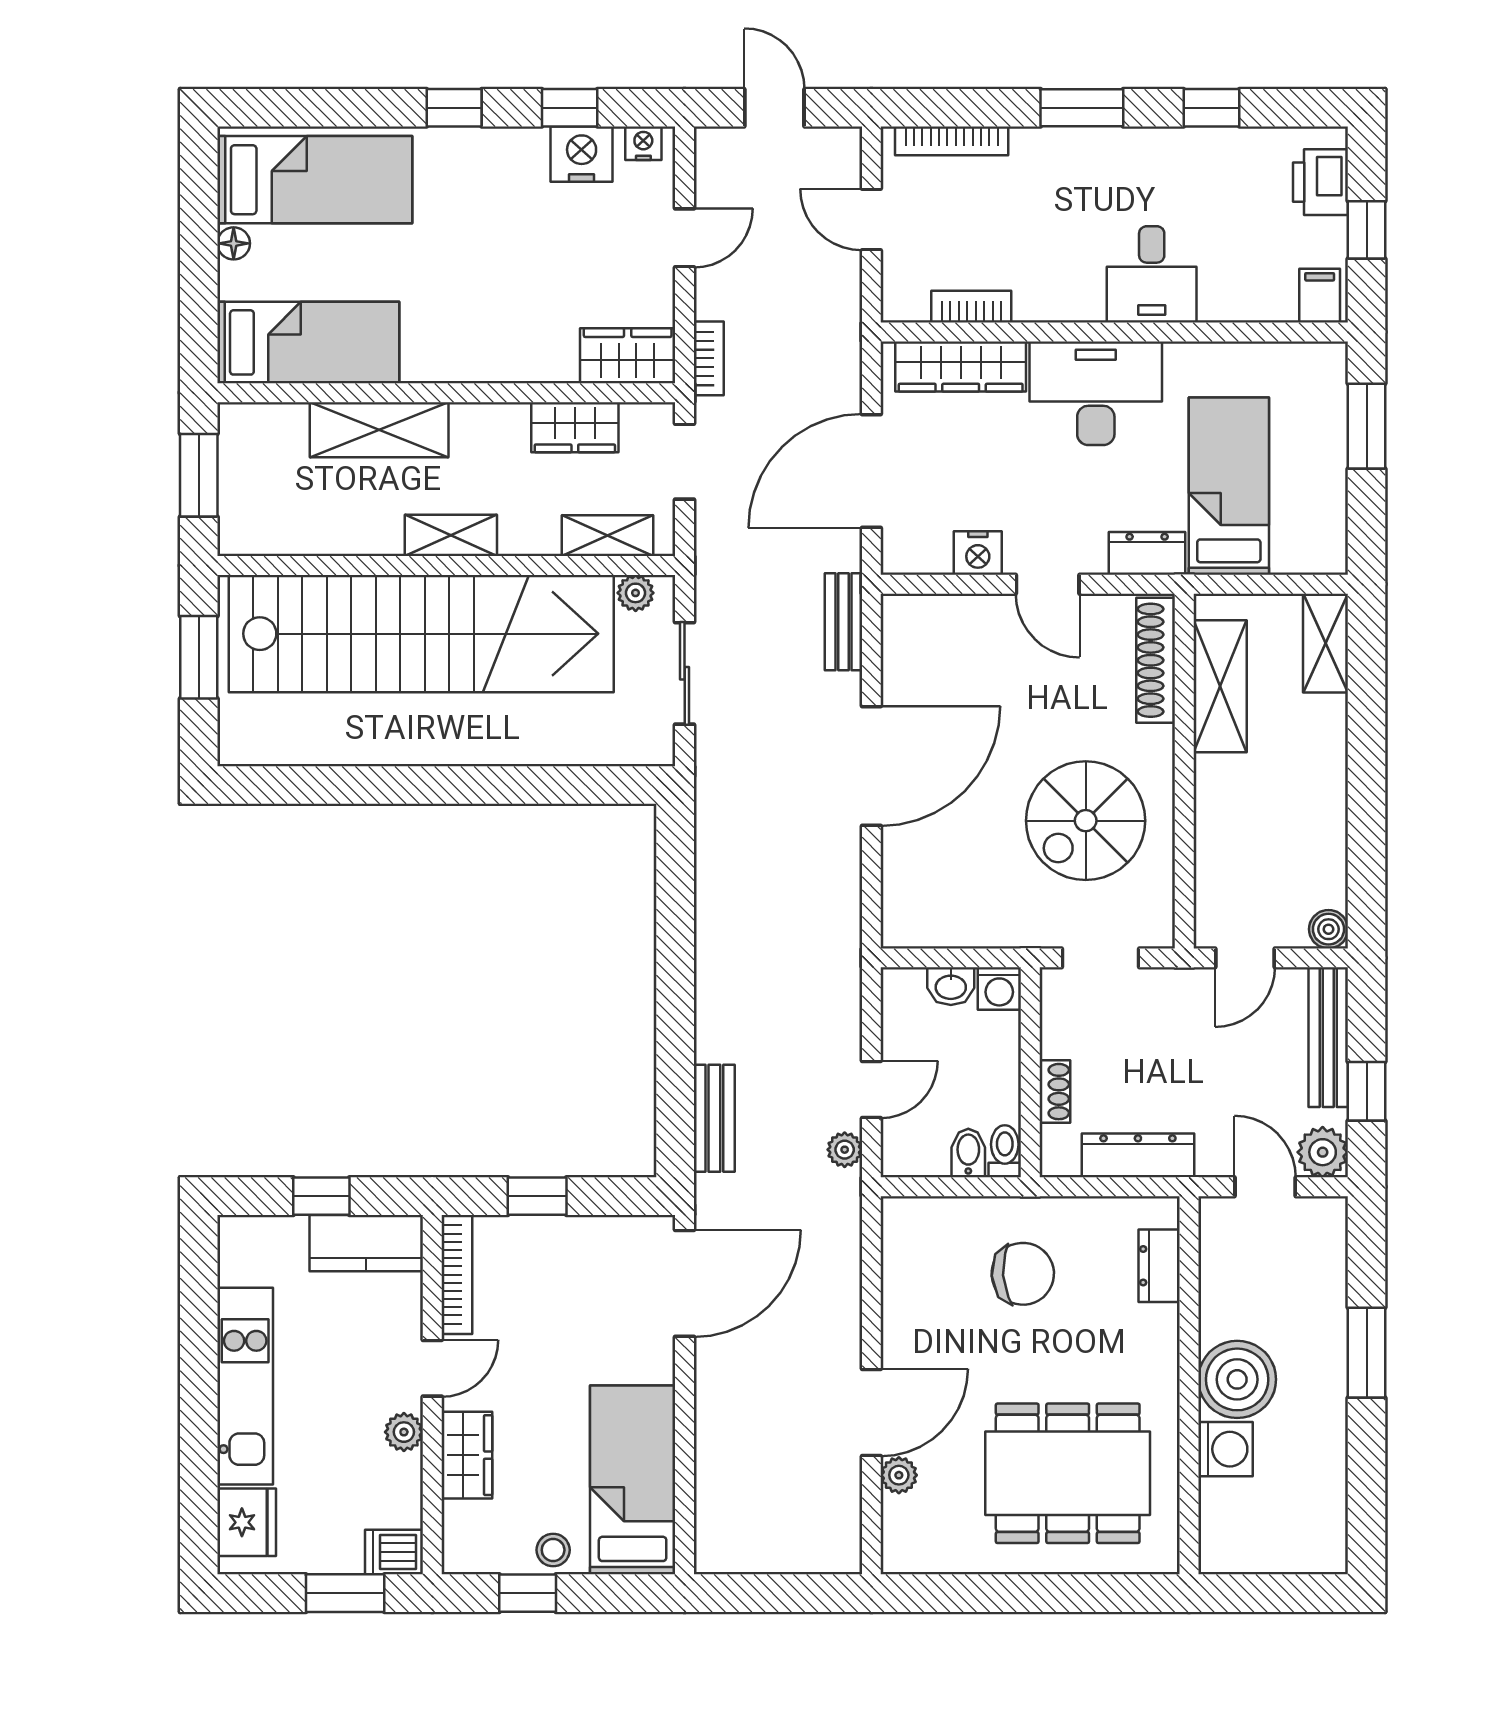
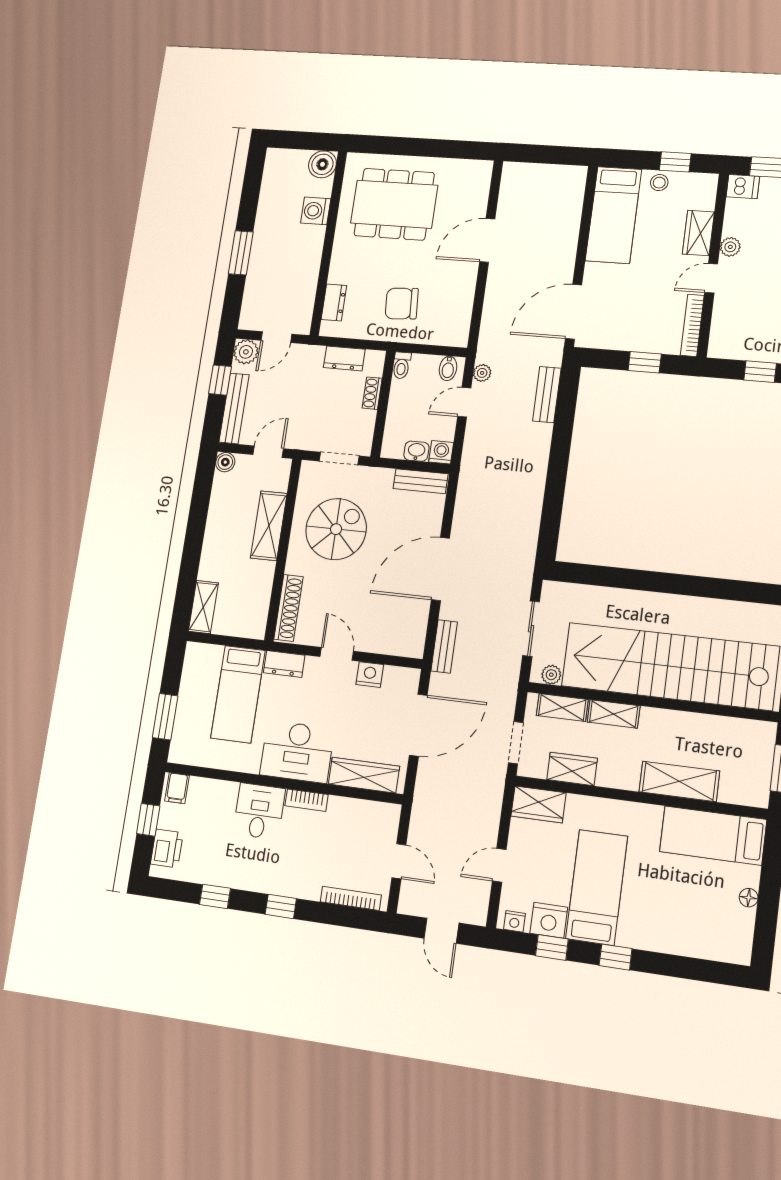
window: (1082, 108) -> (281, 906), width x0.67
bed: (315, 180) -> (597, 887), moved, turned 90
bookcase: (971, 307) -> (307, 800), moved
bookcase: (709, 358) -> (495, 797), removed
shelving: (451, 535) -> (614, 714), moved
shelving: (1220, 686) -> (269, 526), moved
bench: (934, 929) -> (421, 481), added
washing machine: (999, 989) -> (441, 452), moved
bidet: (968, 1153) -> (448, 368), moved
dresser: (1138, 1155) -> (344, 358), width x0.70
door: (1265, 1187) -> (276, 337), hinge flipped
kitchen counter: (366, 1243) -> (739, 345), removed
boiler: (1237, 1379) -> (322, 164), moved, width x0.73, depth x0.73
plant: (899, 1475) -> (478, 209), removed

